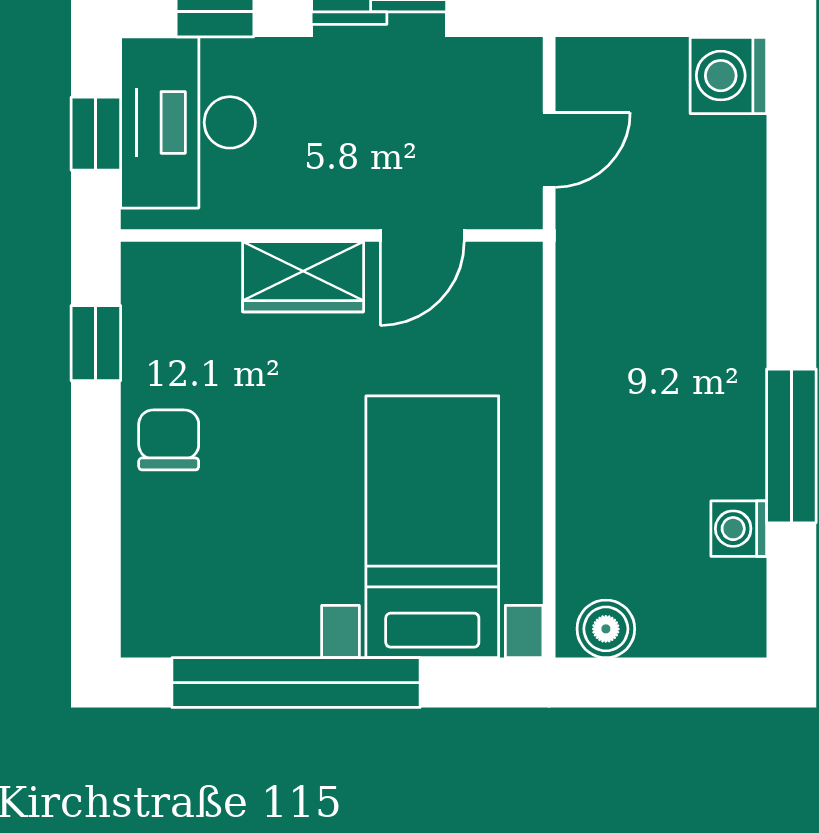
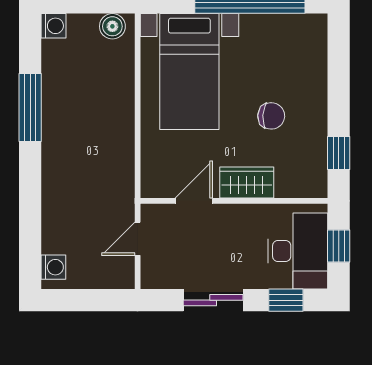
washing machine: (728, 76) -> (53, 267), width x0.73, depth x0.73
chair: (169, 440) -> (271, 116), moved, turned -87
washing machine: (739, 529) -> (53, 26), moved

